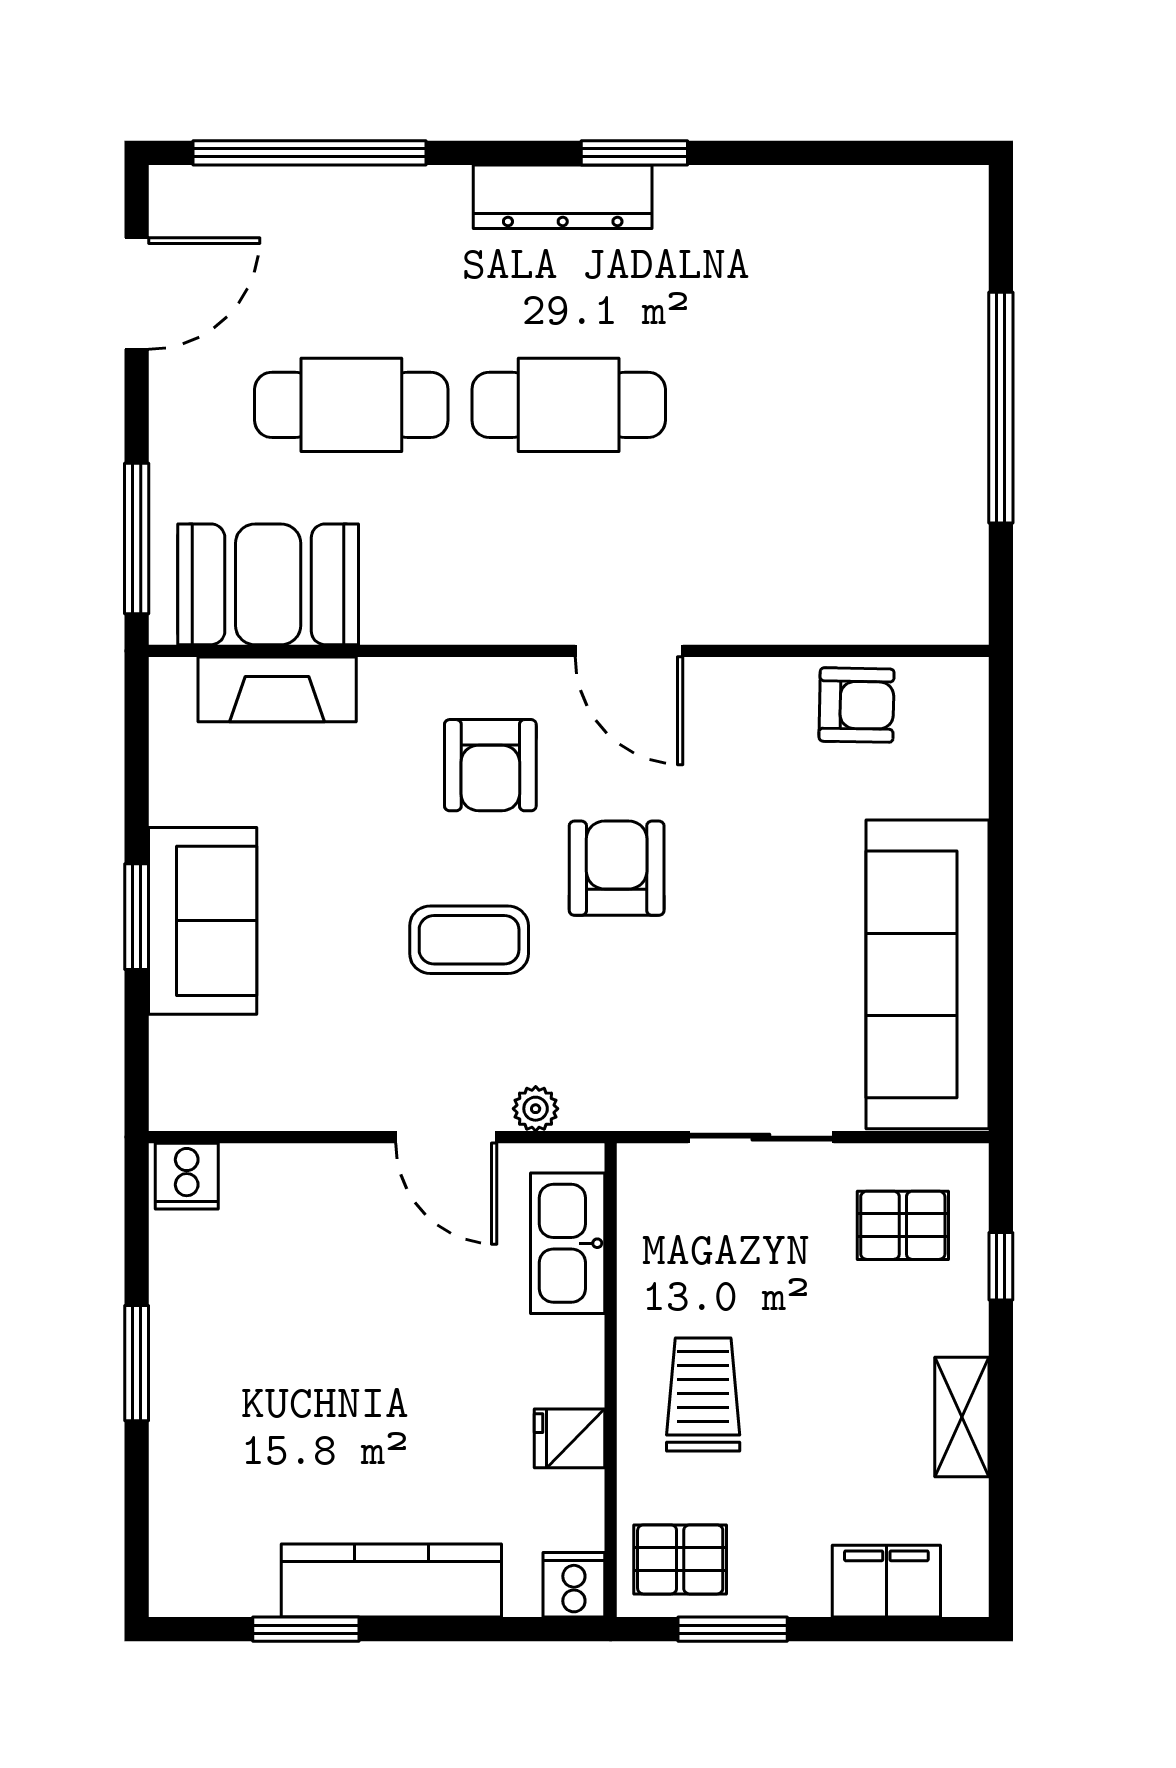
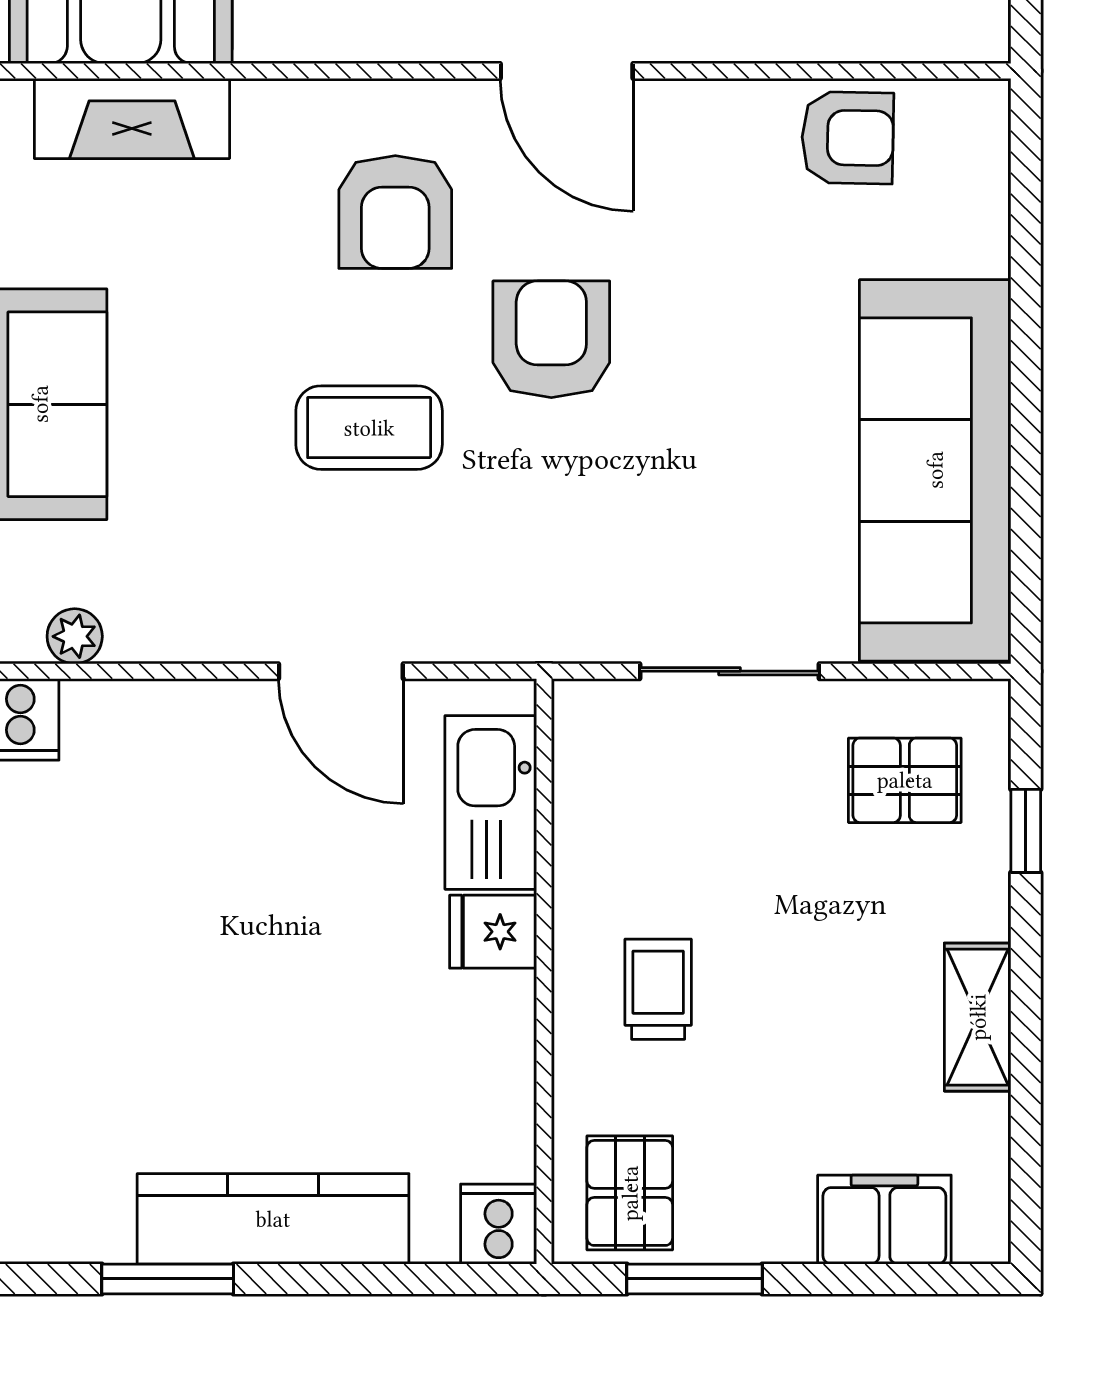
plant: (536, 1109) -> (75, 636), moved
trolley: (703, 1394) -> (658, 989), width x0.73, depth x0.72
fridge: (569, 1438) -> (493, 932), moved
pallet: (680, 1559) -> (630, 1193), turned 90

